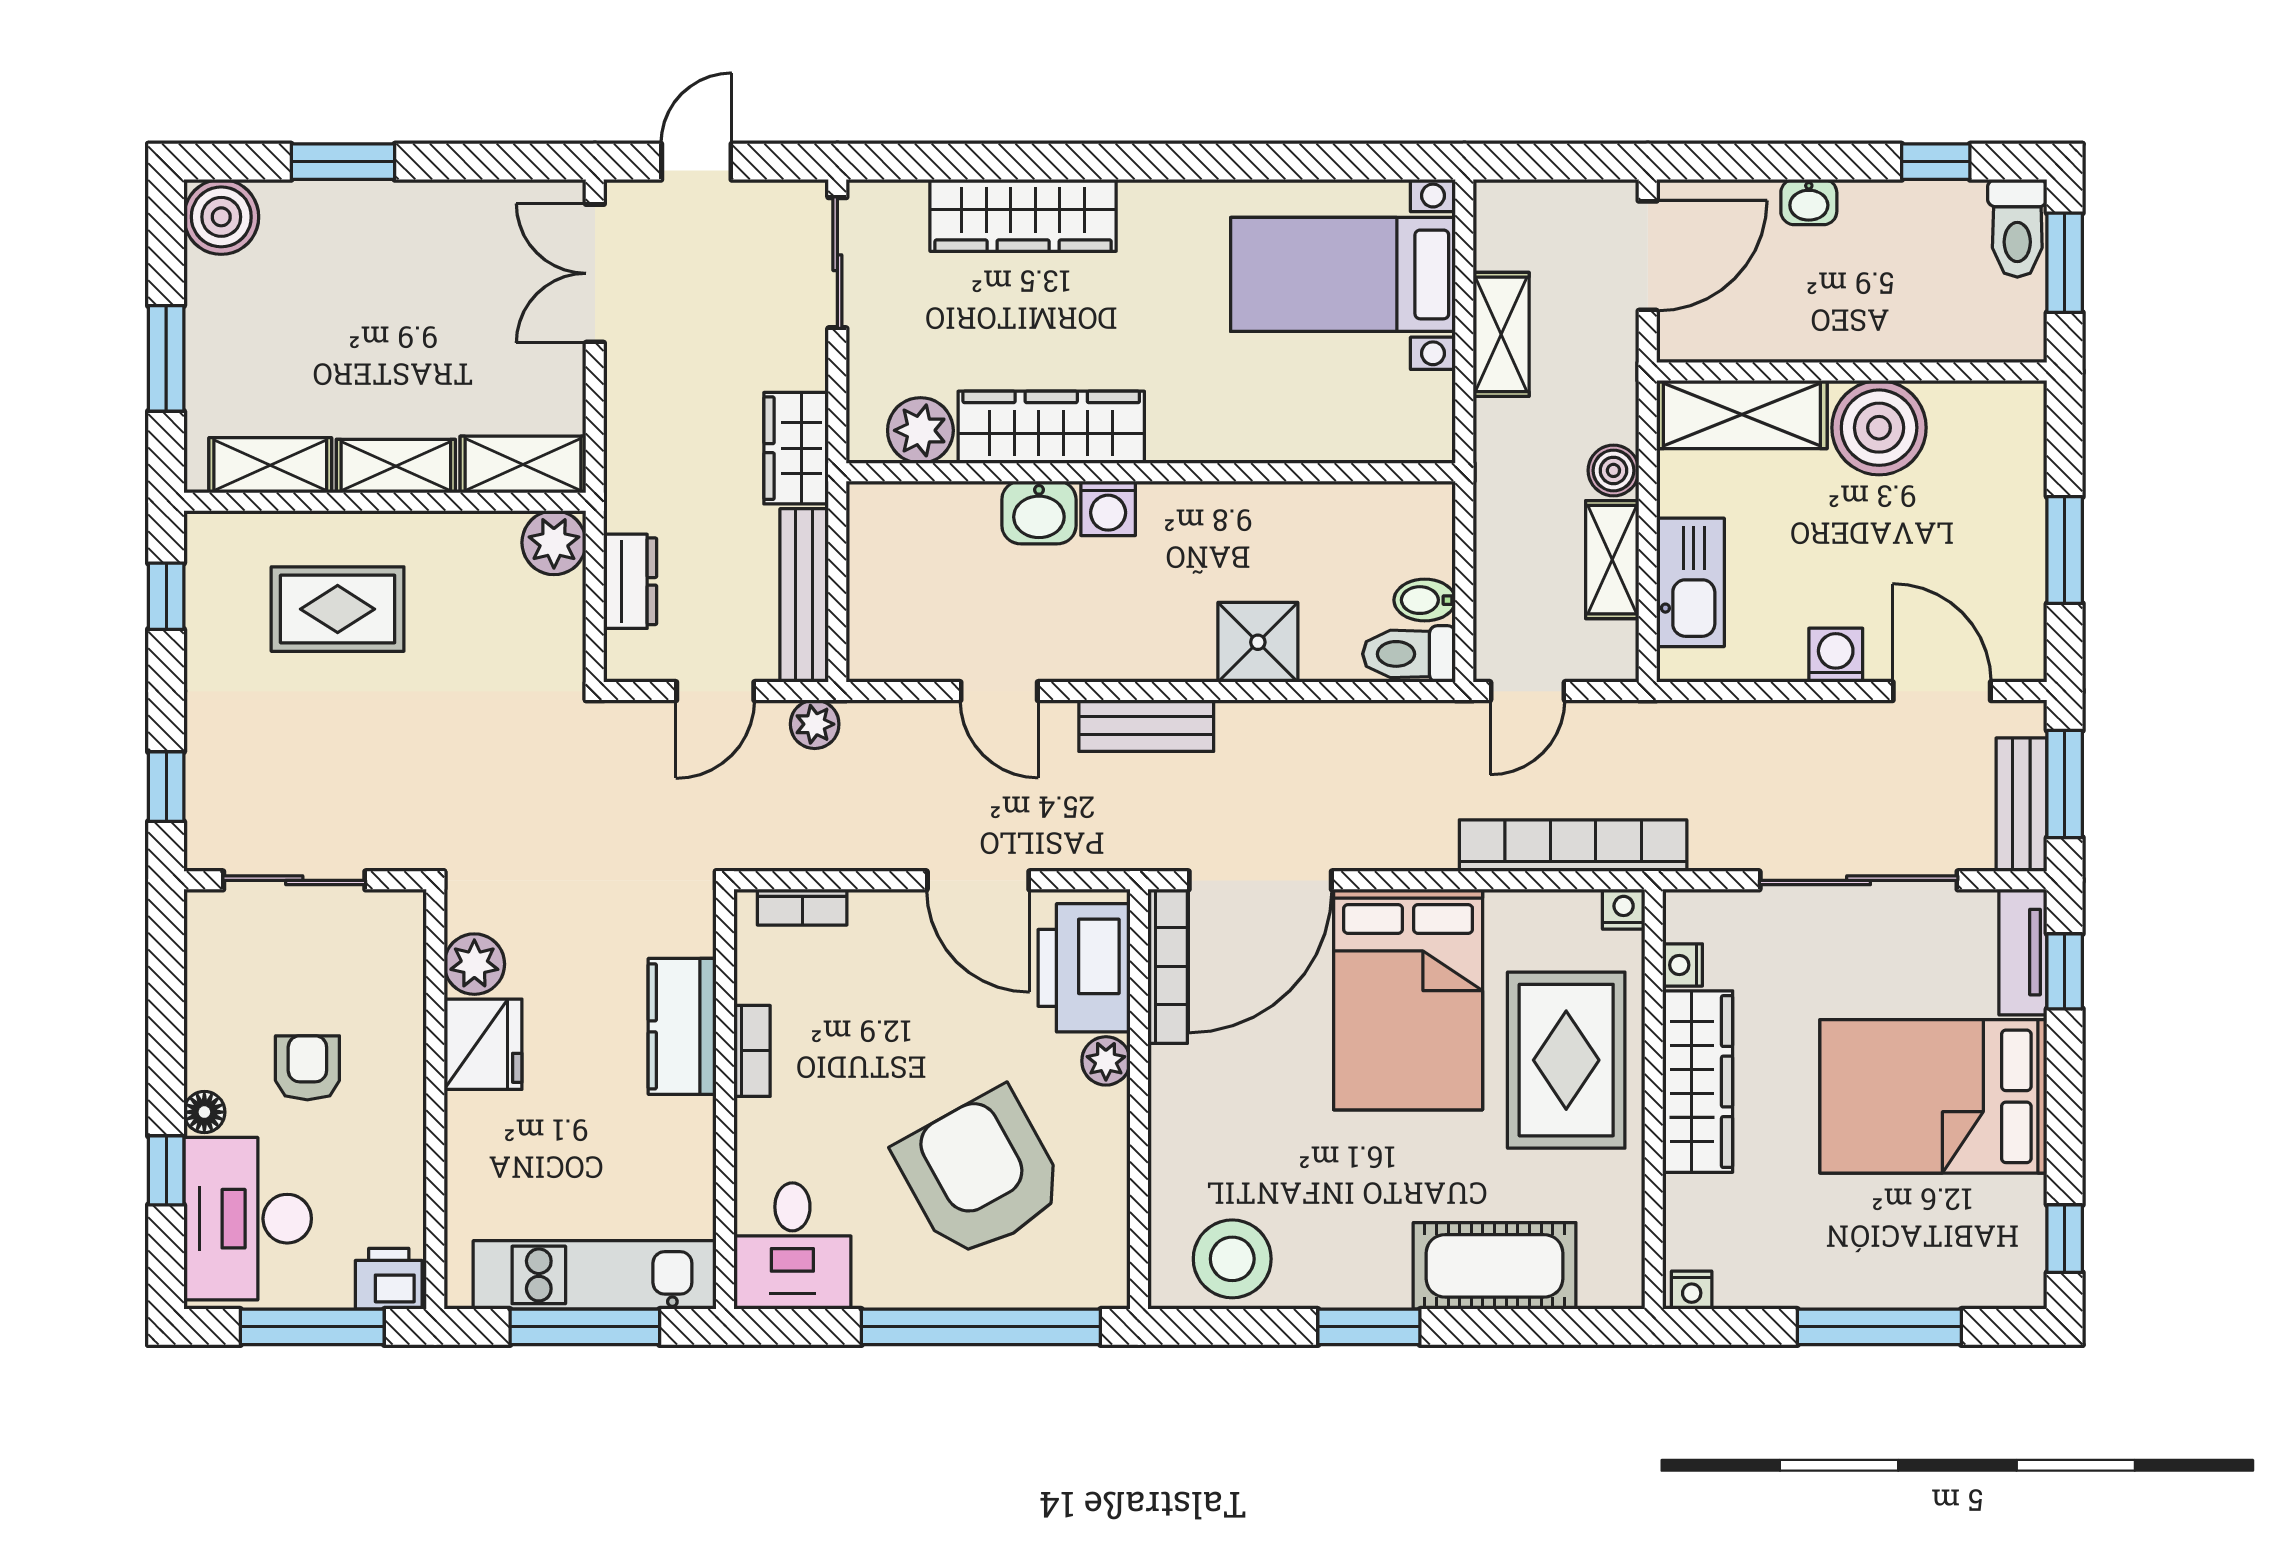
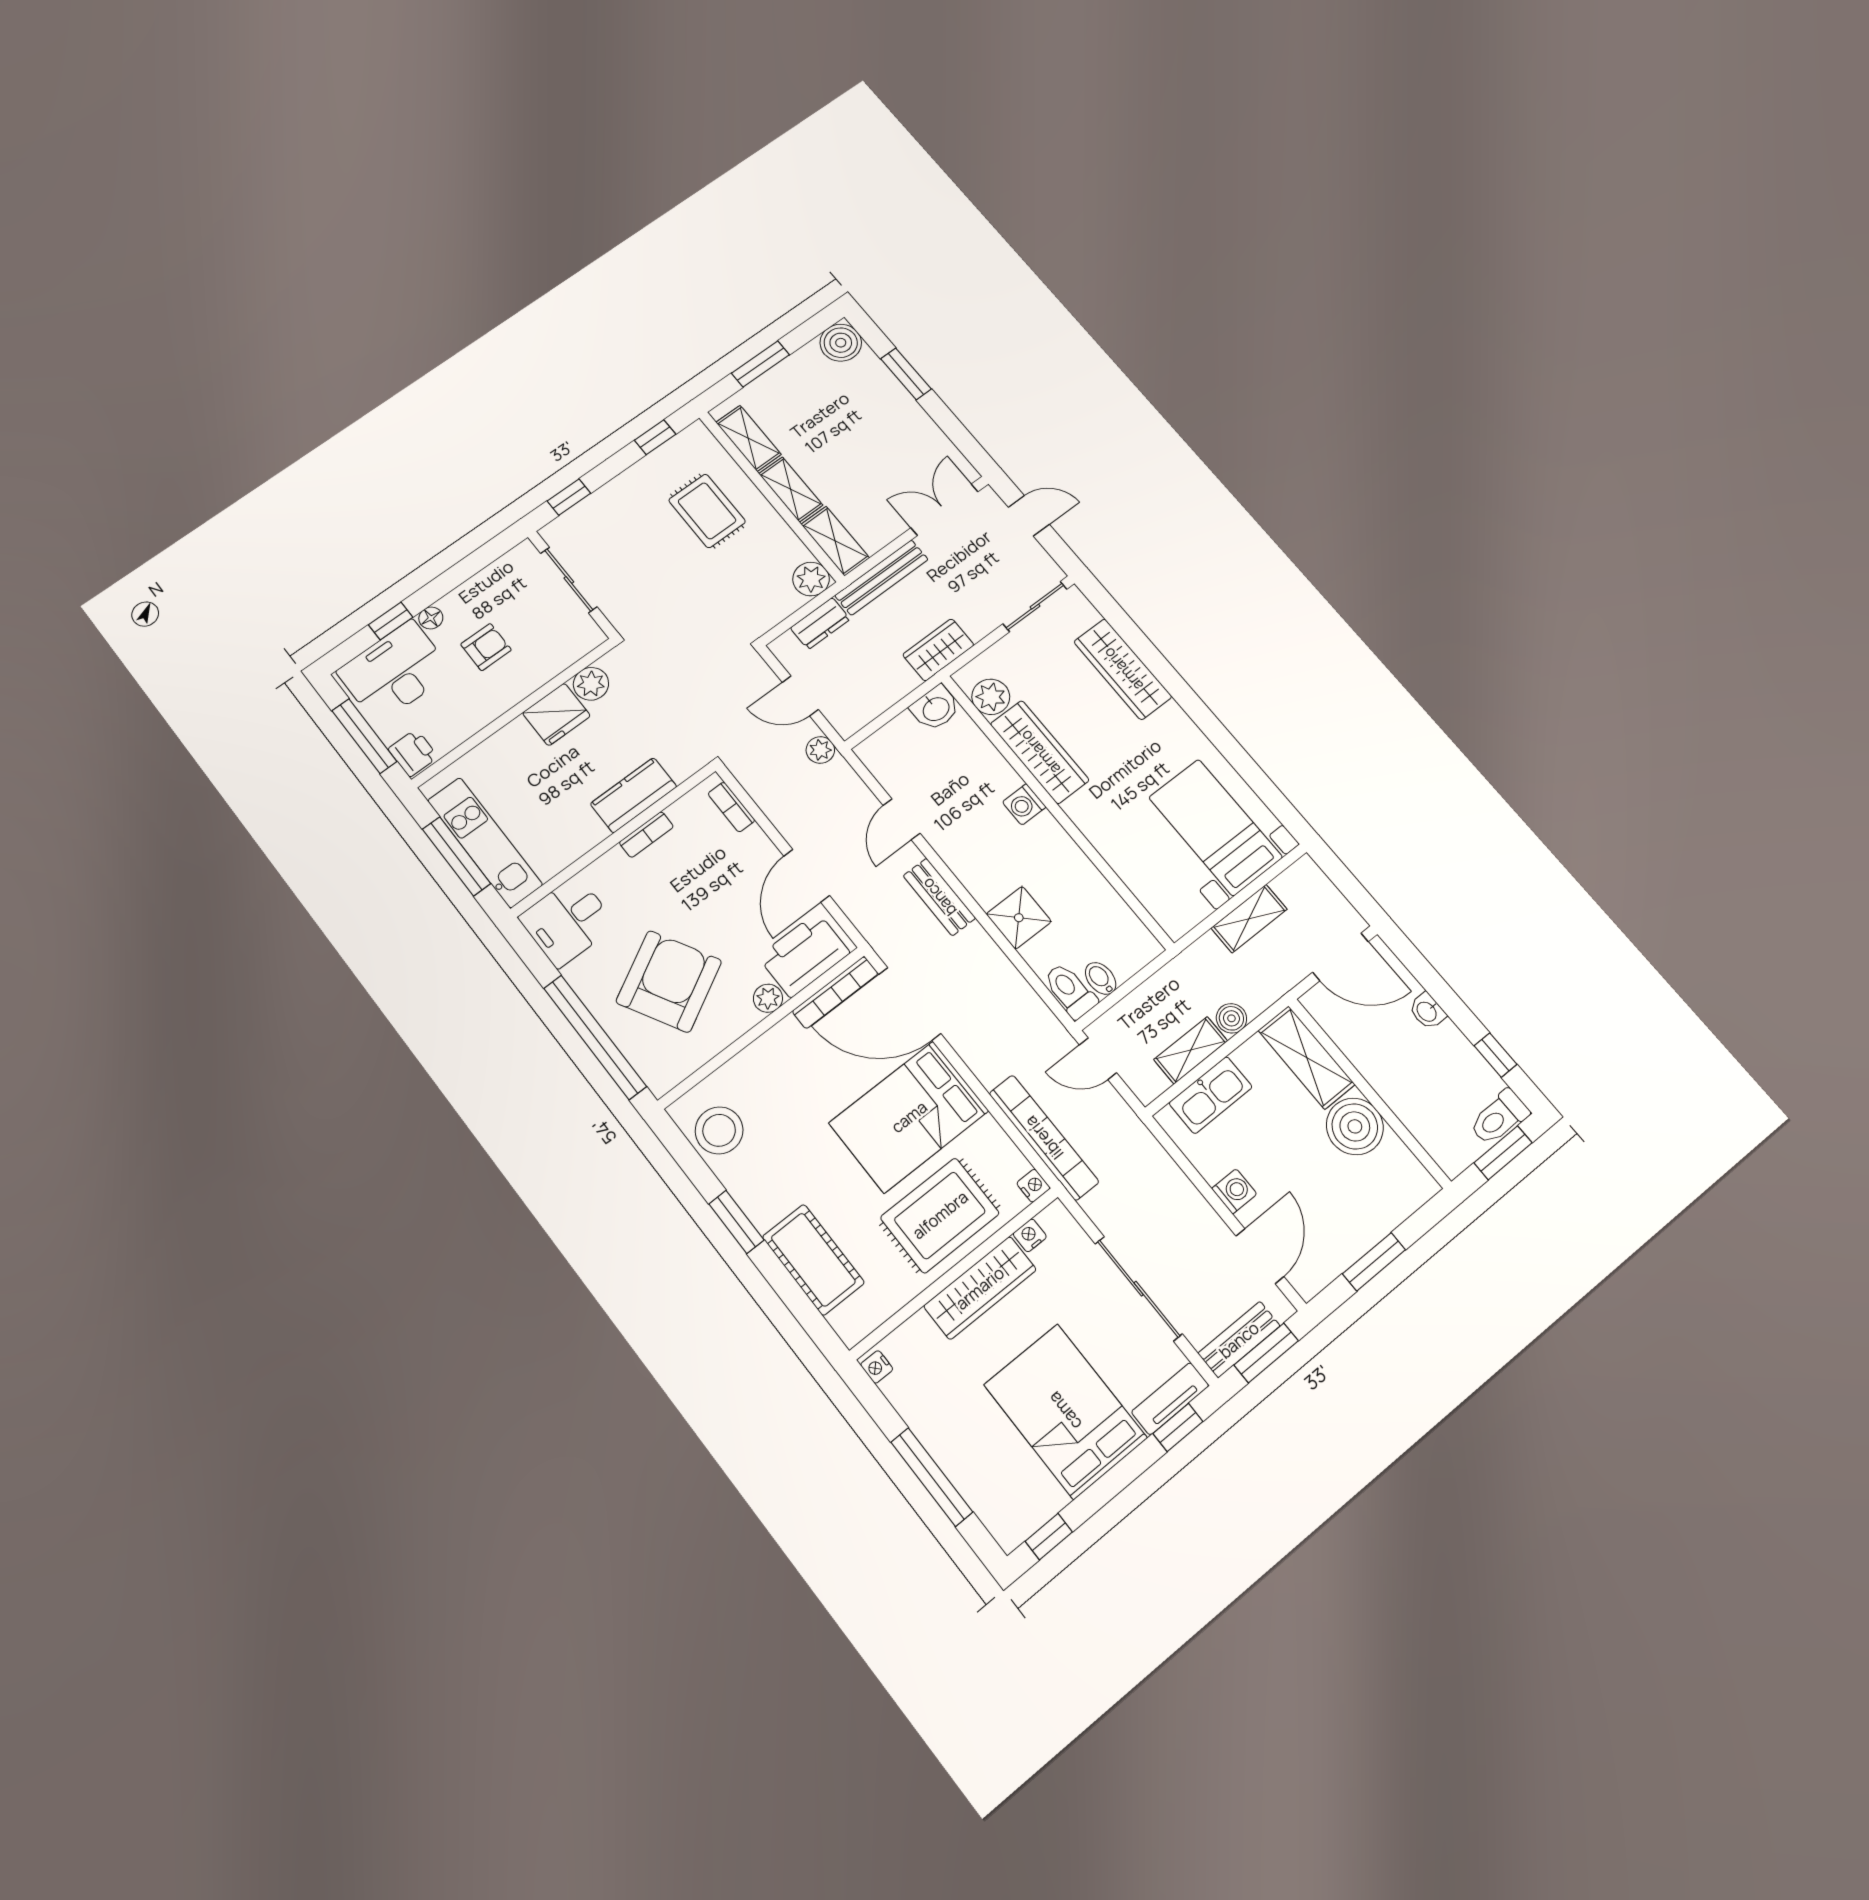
washbasin: (1039, 512) -> (935, 708), moved, turned -90
bench: (804, 595) -> (881, 578), moved

